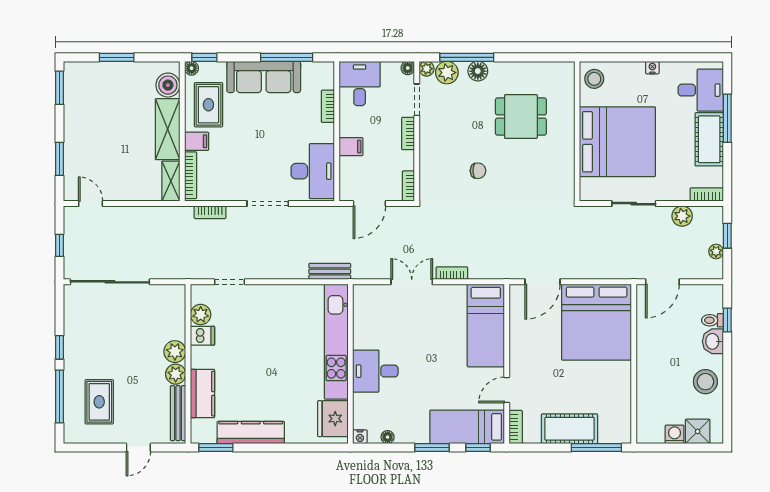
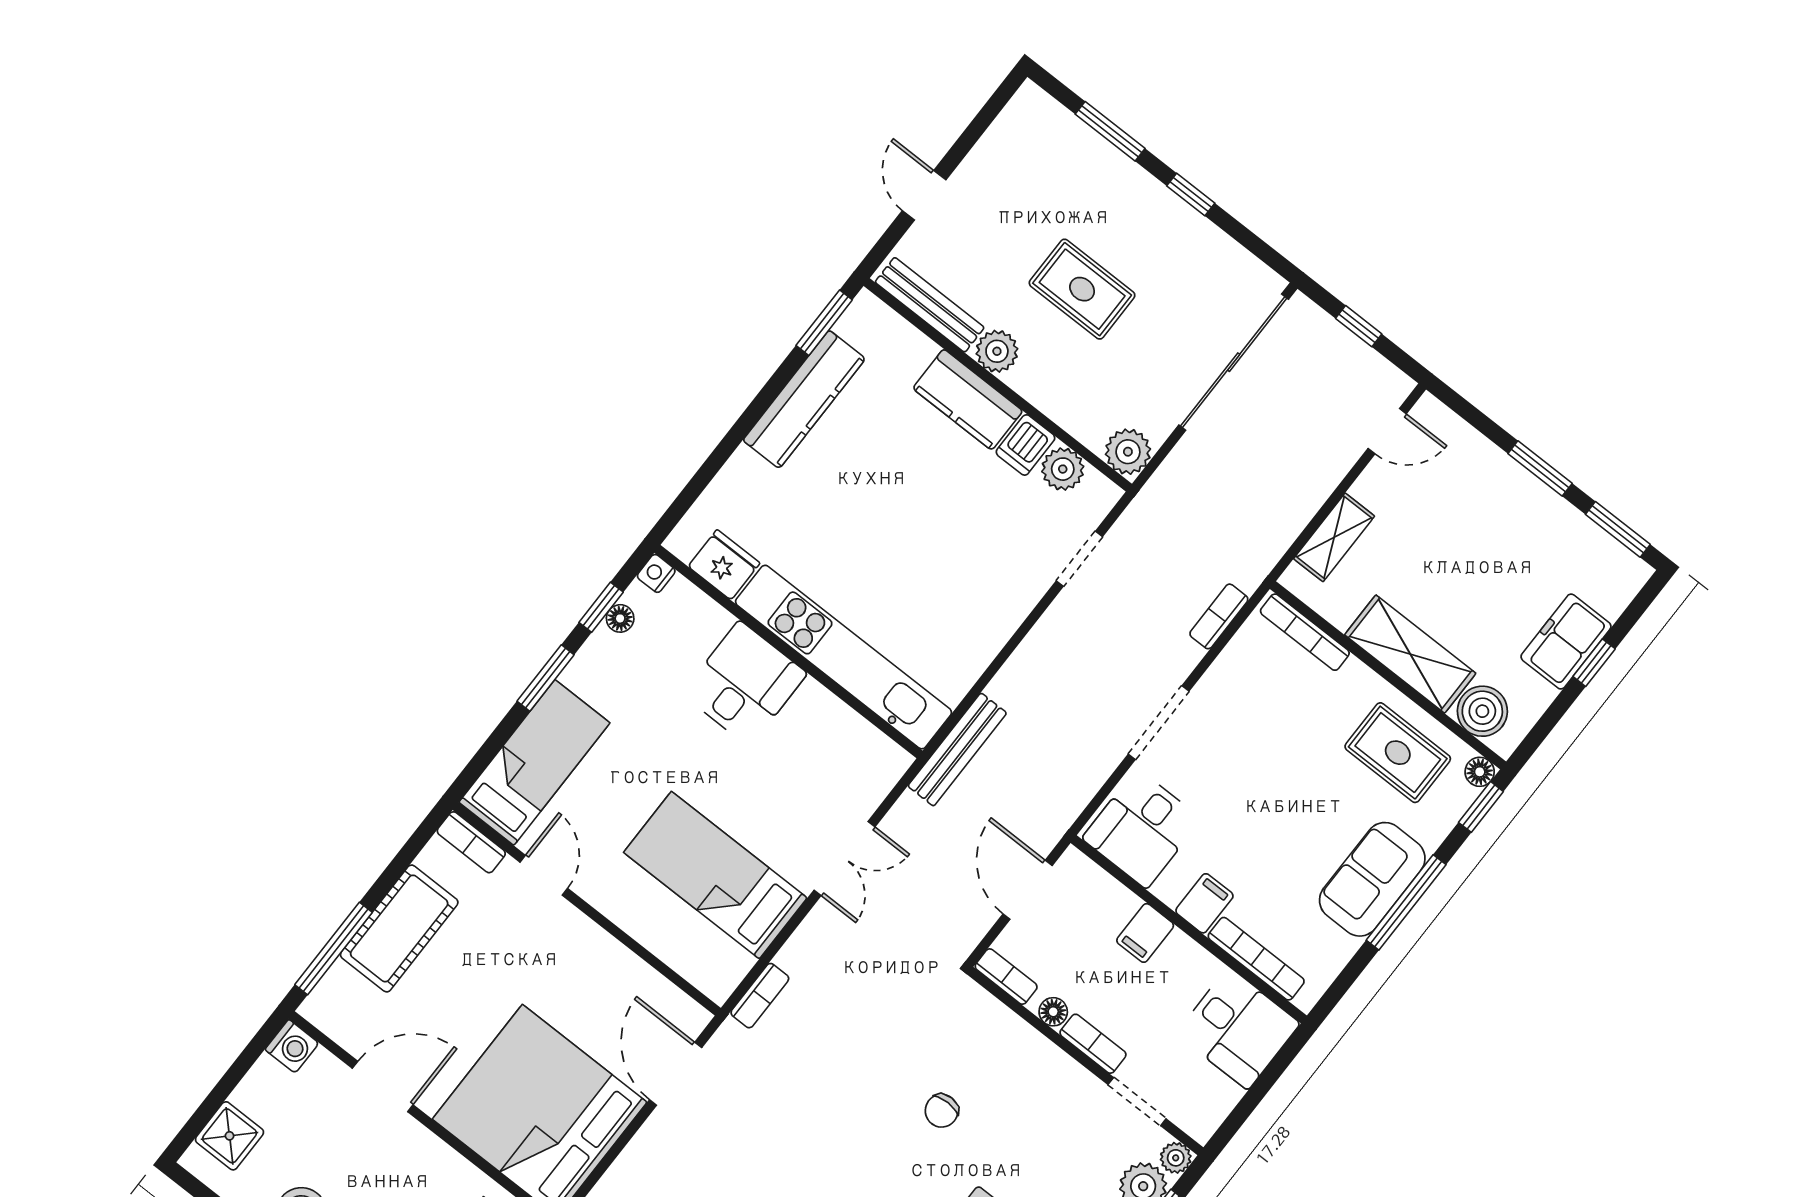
window: (117, 57) -> (1594, 663), width x0.67
window: (287, 57) -> (1406, 902), moved
floor lamp: (408, 68) -> (1053, 1012), moved
freezer: (117, 74) -> (1566, 642), added
sofa: (264, 77) -> (1372, 879), width x0.73
bookcase: (328, 106) -> (1256, 959), width x1.56
filing cabinet: (197, 141) -> (1204, 903), moved, turned 180
window: (59, 159) -> (1540, 468), moved
desk: (313, 171) -> (1142, 829), width x0.73
shelving: (171, 181) -> (1334, 537), moved, turned 90
bench: (330, 271) -> (957, 750), width x1.36
bookcase: (452, 273) -> (760, 996), moved
bed: (486, 325) -> (715, 875), moved
plant: (175, 352) -> (1128, 452), moved
door: (634, 388) -> (383, 1086), added
kitchen counter: (203, 394) -> (968, 400), moved
window: (59, 396) -> (1110, 131), width x0.69
rug: (99, 402) -> (1082, 289), moved
fridge: (333, 419) -> (724, 565), width x0.73, depth x0.75
washing machine: (675, 434) -> (292, 1046), moved
window: (478, 448) -> (601, 607), moved

